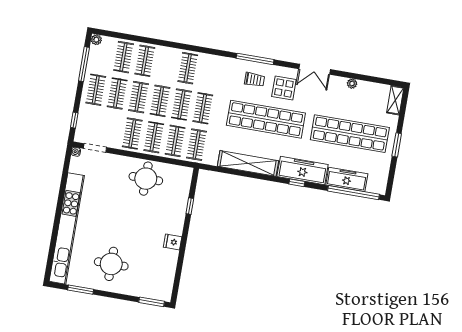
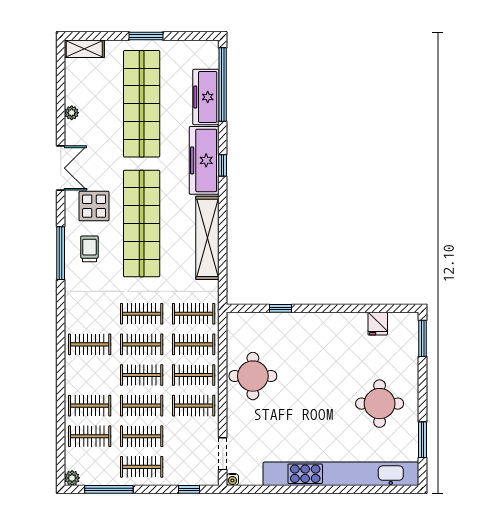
fridge: (173, 242) -> (378, 324), moved

